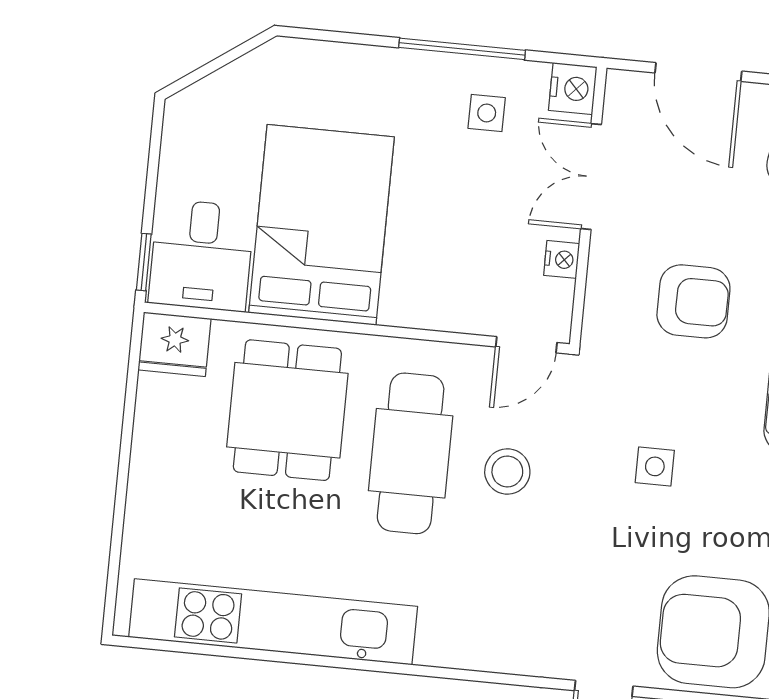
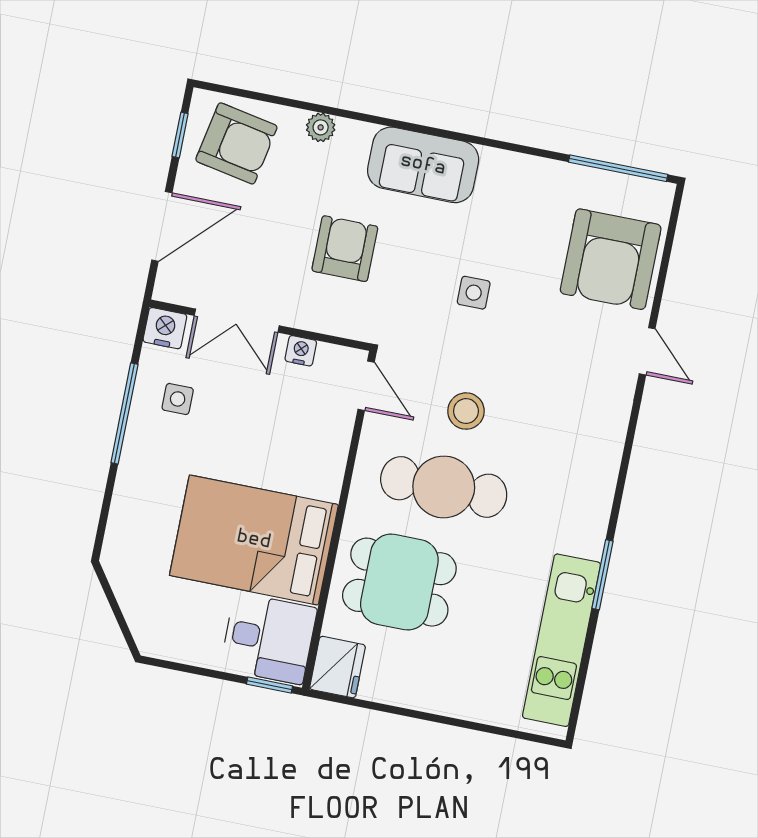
kitchen unit: (273, 622) -> (561, 640), width x0.73
window: (322, 661) -> (602, 575), added

